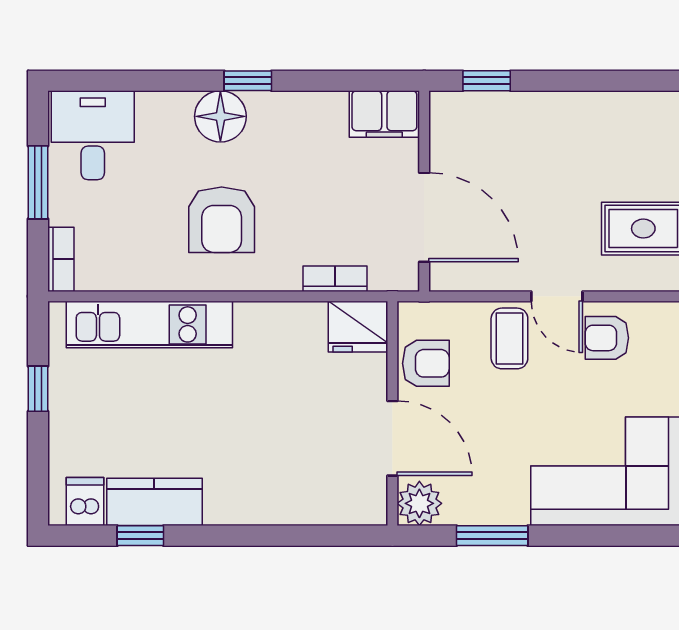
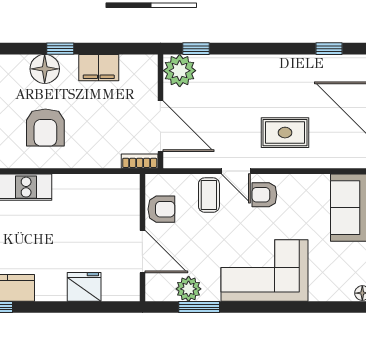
filing cabinet: (384, 114) -> (99, 68), moved
plant: (458, 119) -> (180, 71), added
bookcase: (335, 279) -> (140, 161), moved
fridge: (358, 327) -> (84, 287), moved, turned 180
plant: (419, 503) -> (189, 289), moved

